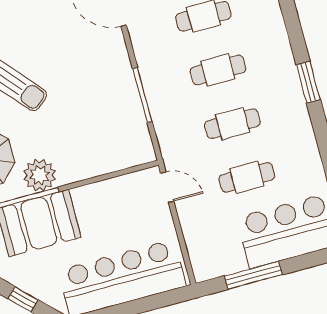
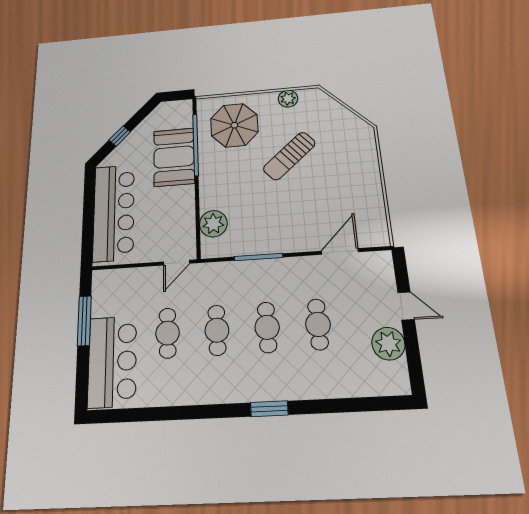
window: (308, 82) -> (269, 409), moved
plant: (40, 175) -> (213, 224), moved

